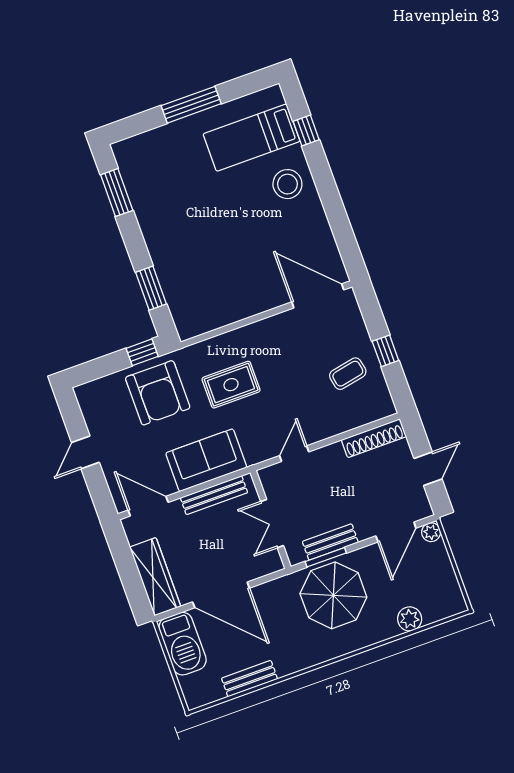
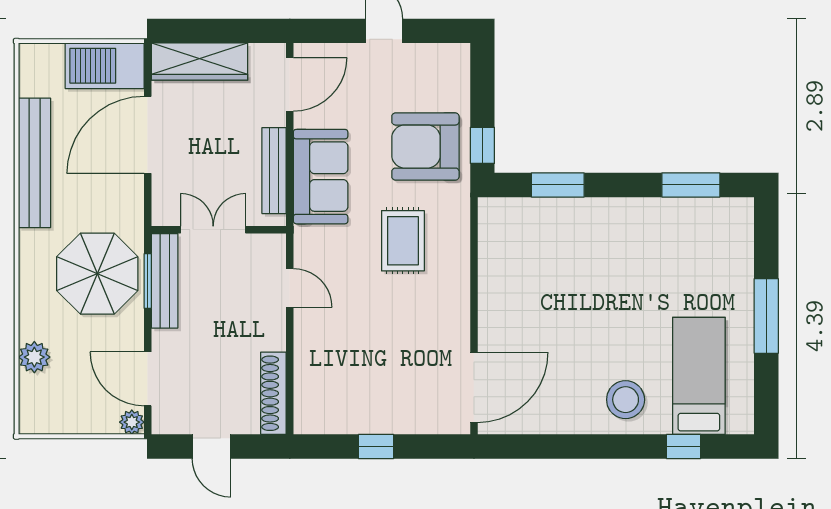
coffee table: (348, 374) -> (365, 390), removed
bench: (330, 542) -> (165, 281), width x1.36
bench: (250, 679) -> (35, 163), width x1.86, depth x1.21

